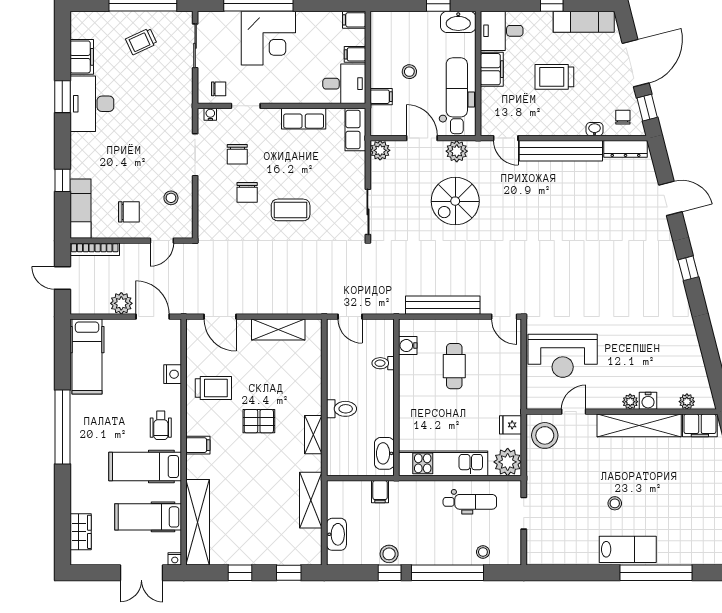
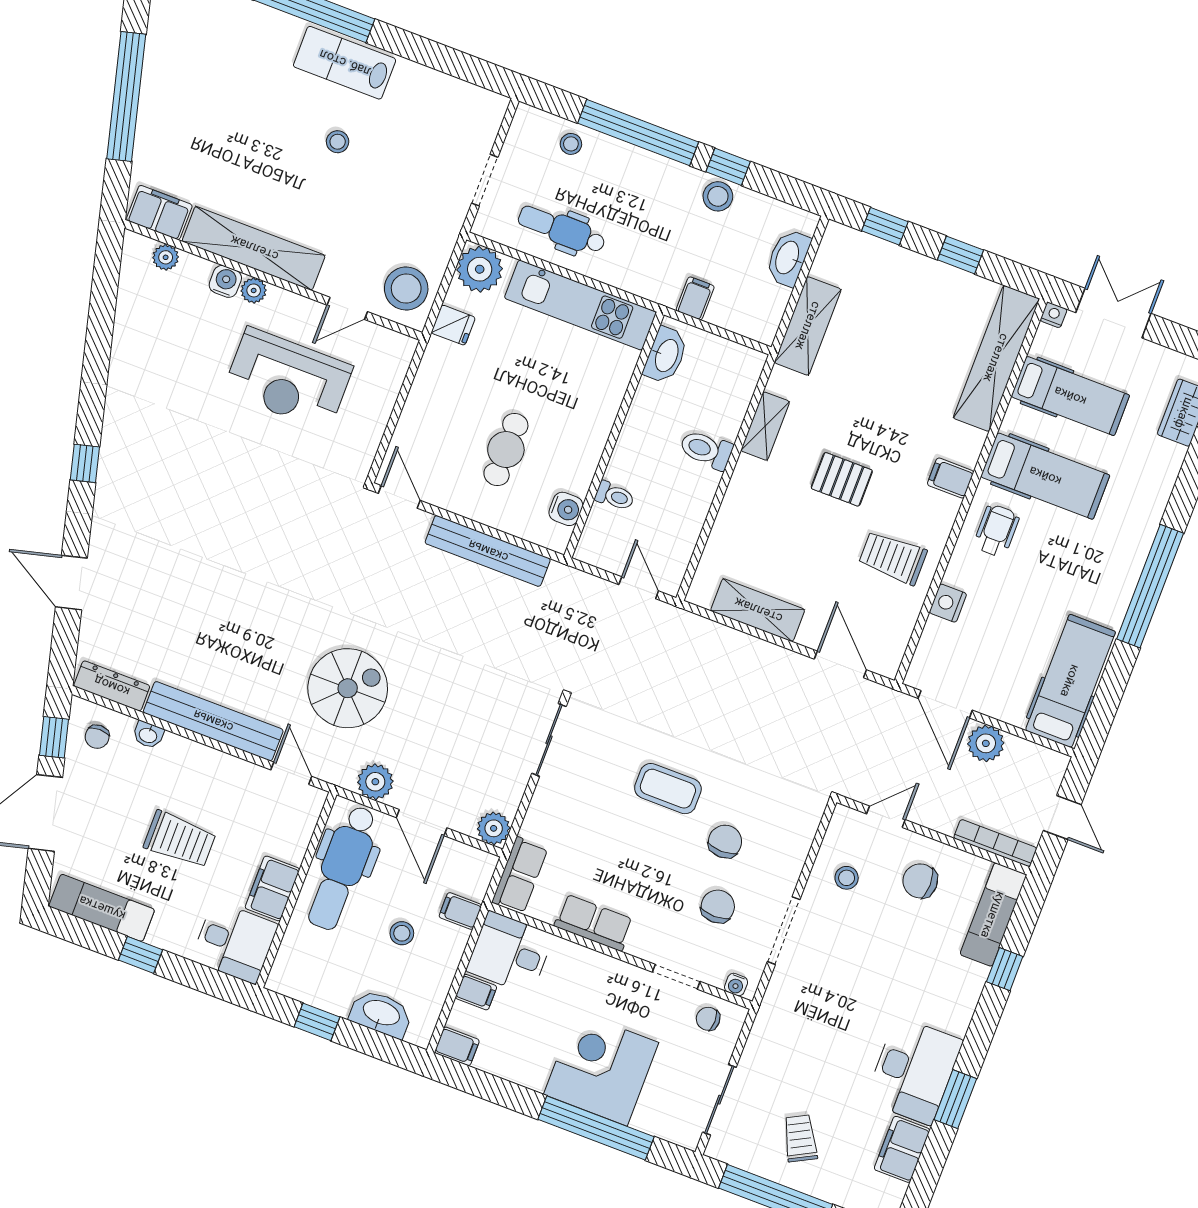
washbasin: (458, 22) -> (381, 1014), moved
trolley: (141, 41) -> (800, 1138), turned -93
spiral stairs: (455, 201) -> (348, 688), moved
reception desk: (563, 356) -> (288, 379), moved, turned 180

